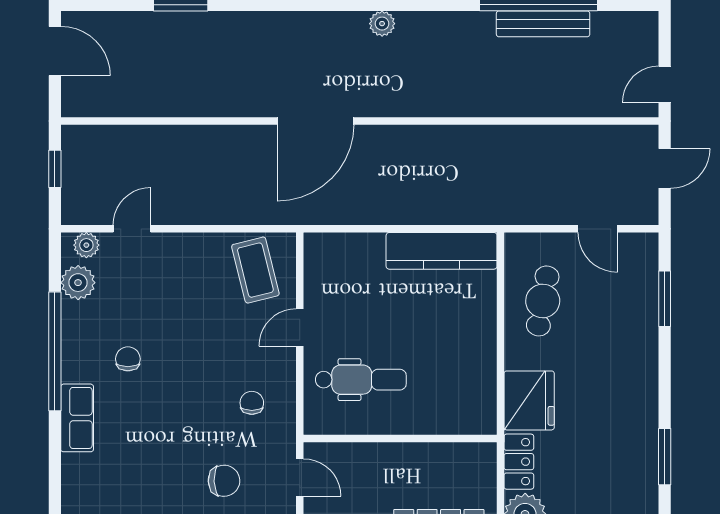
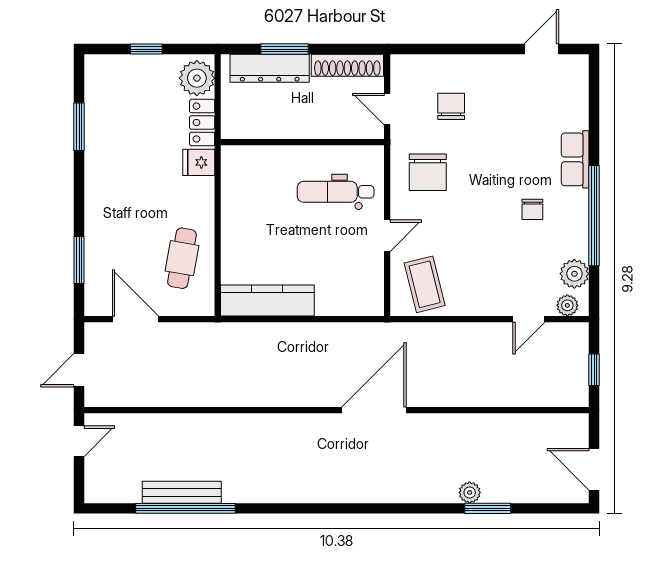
plant: (382, 24) -> (470, 492), moved
door: (598, 229) -> (136, 319), width x1.38
fridge: (529, 400) -> (199, 162), width x0.53, depth x0.75
chair: (252, 403) -> (428, 172), width x1.87, depth x1.87
chair: (224, 481) -> (451, 106), turned 92

